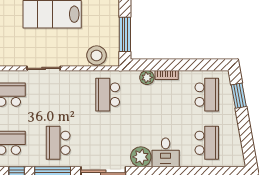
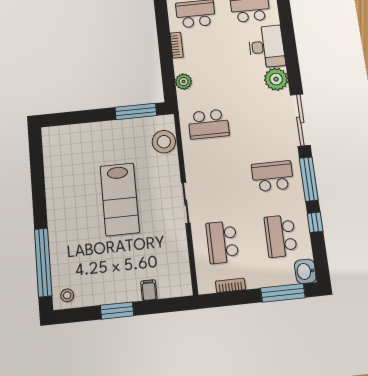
bookcase: (167, 75) -> (177, 45), moved
school desk: (58, 143) -> (273, 176), turned 180
desk: (166, 152) -> (267, 47), width x1.37

